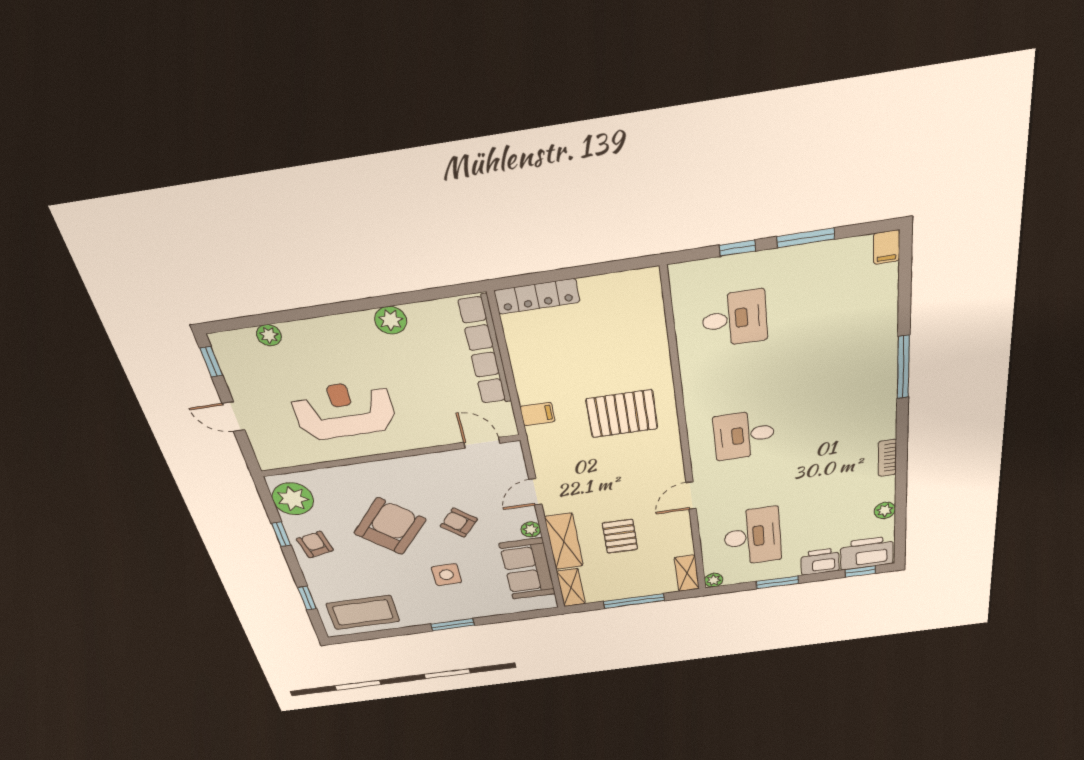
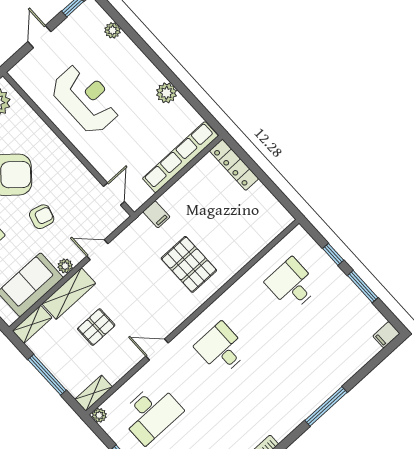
desk: (734, 319) -> (292, 284), turned 180
armchair: (459, 523) -> (42, 217), turned 65

